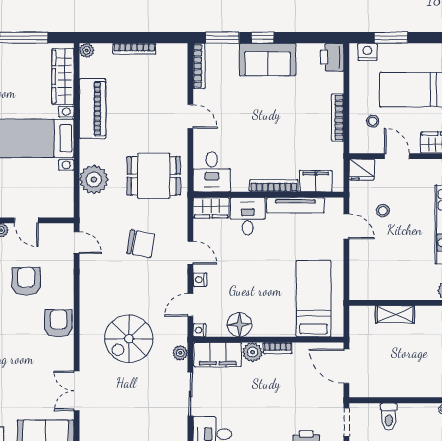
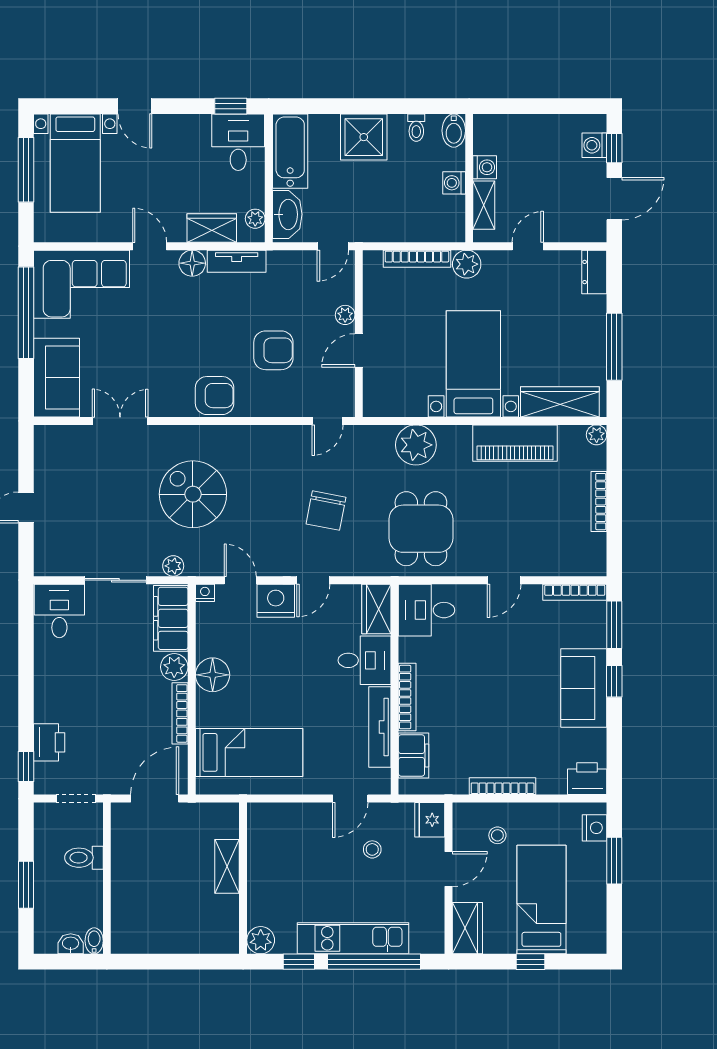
nightstand: (200, 280) -> (276, 601), width x1.89, depth x1.79
floor lamp: (239, 325) -> (213, 675), moved
bookcase: (278, 348) -> (180, 713), width x1.56

